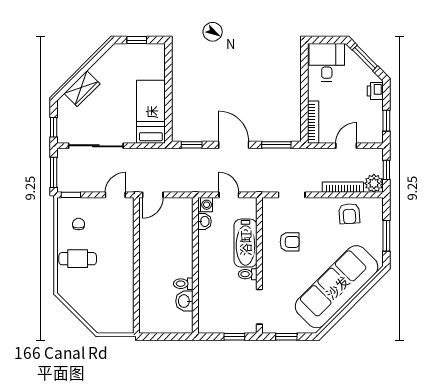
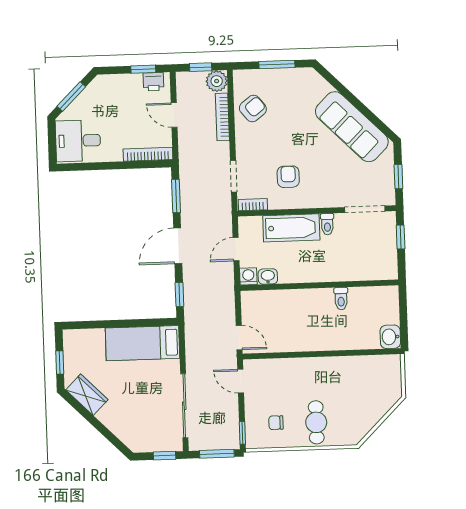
wardrobe: (82, 89) -> (87, 395), moved
printer: (375, 91) -> (153, 82), moved
bookcase: (267, 211) -> (253, 205), added
armchair: (349, 214) -> (253, 109), turned -34
sofa: (337, 287) -> (352, 127), width x0.74, depth x0.79
washbasin: (184, 301) -> (390, 337), moved, turned 90

